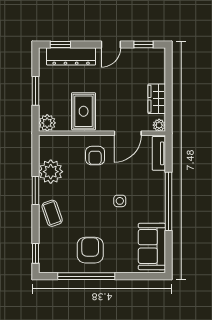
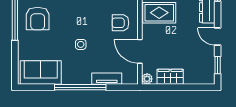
tv unit: (159, 153) -> (107, 79), moved
armchair: (90, 250) -> (38, 19), turned 90

